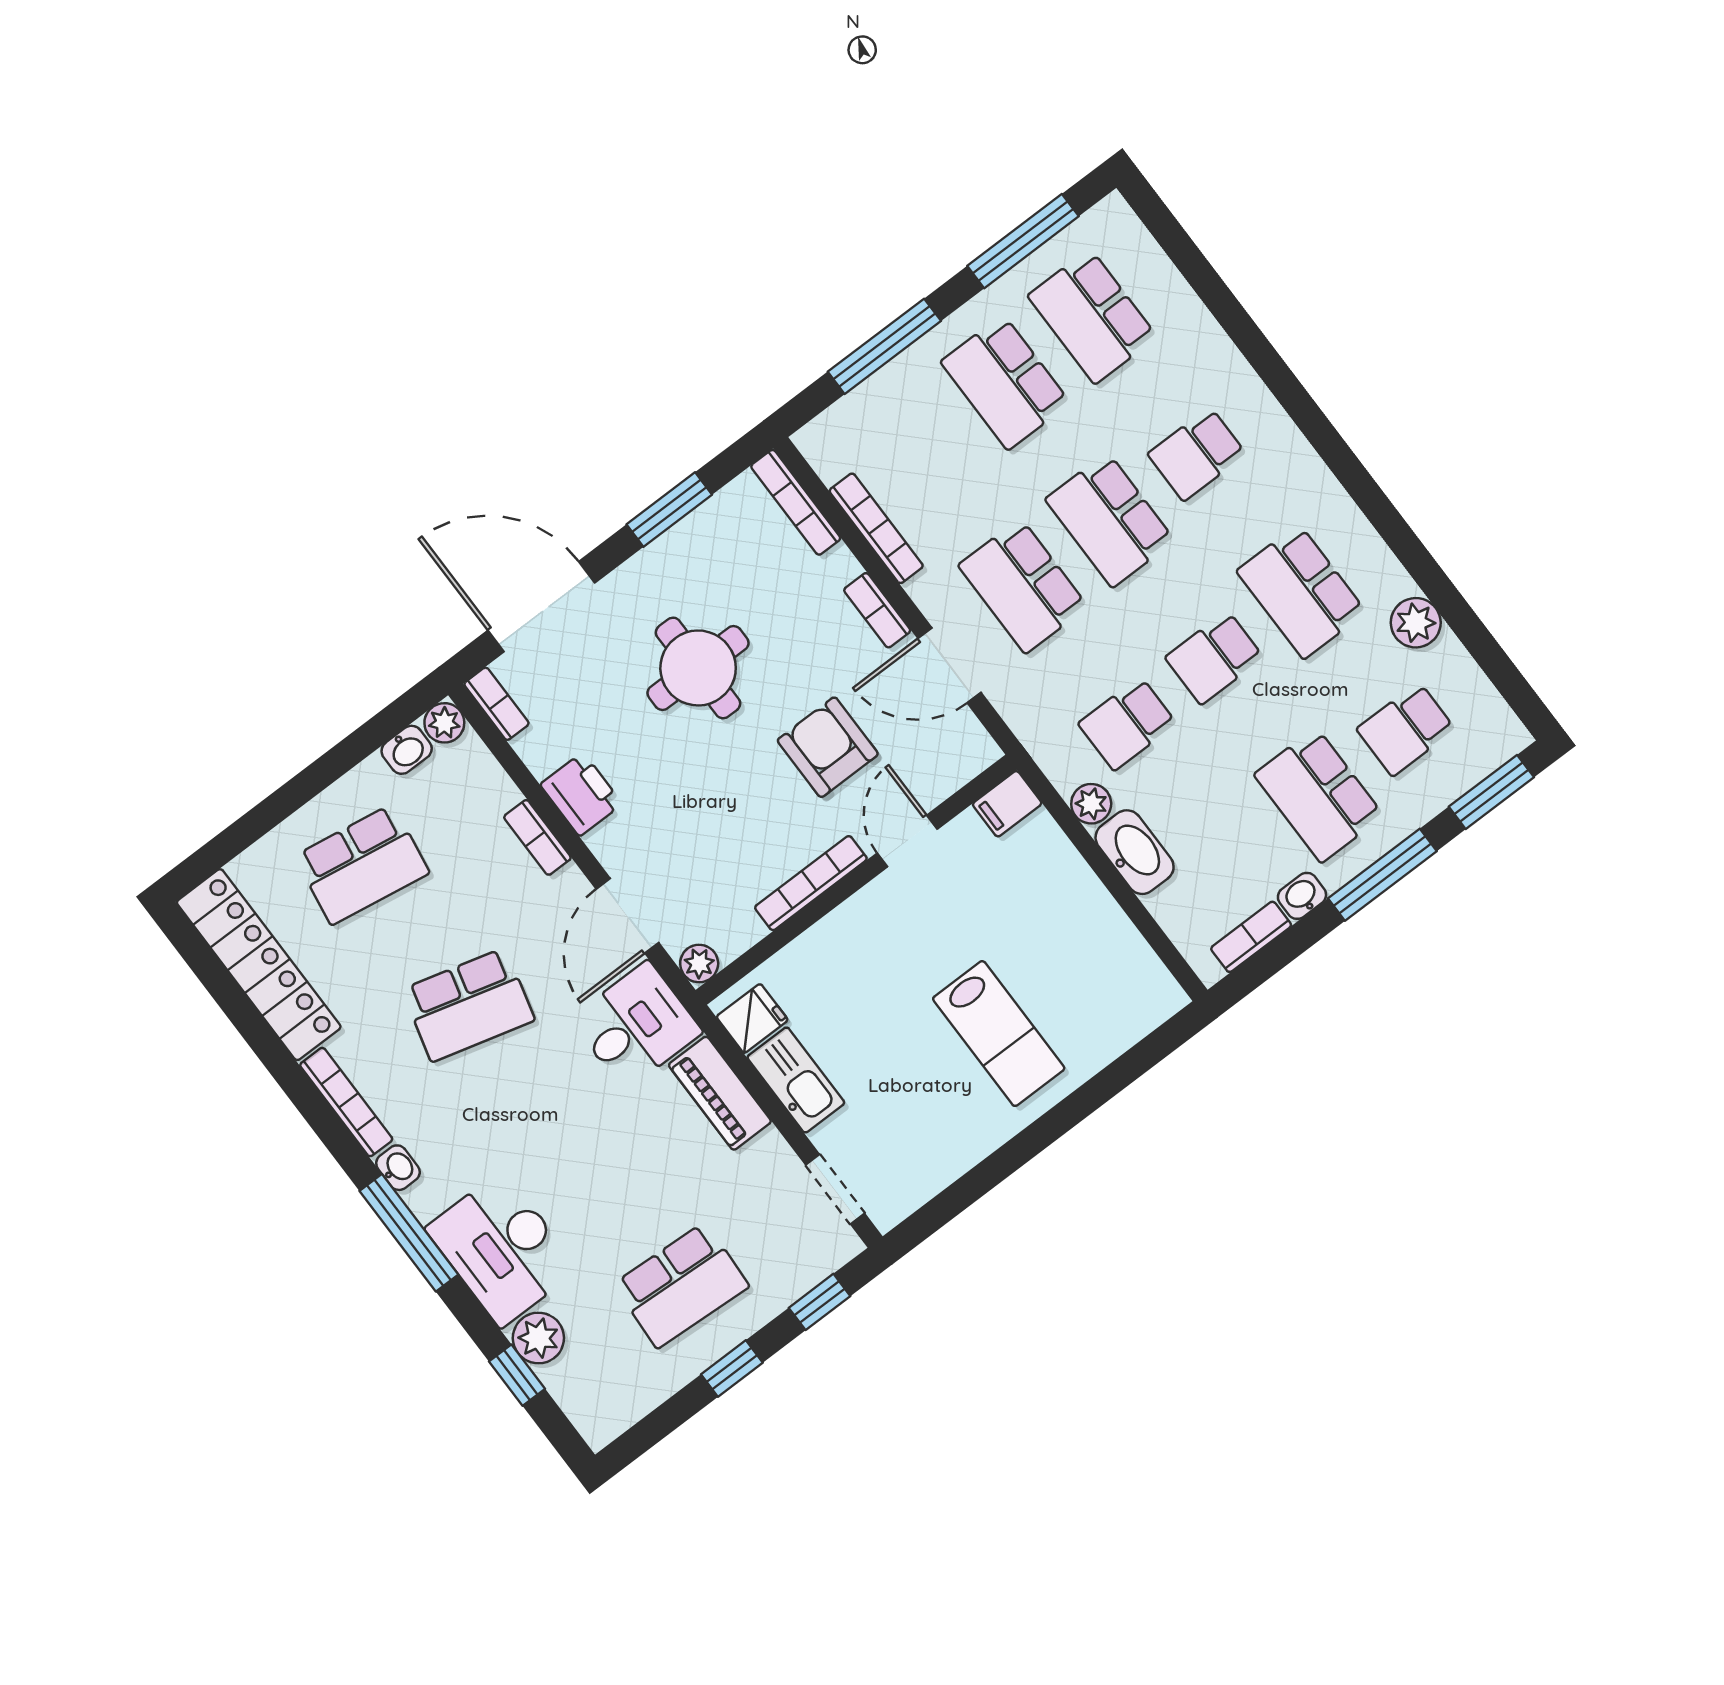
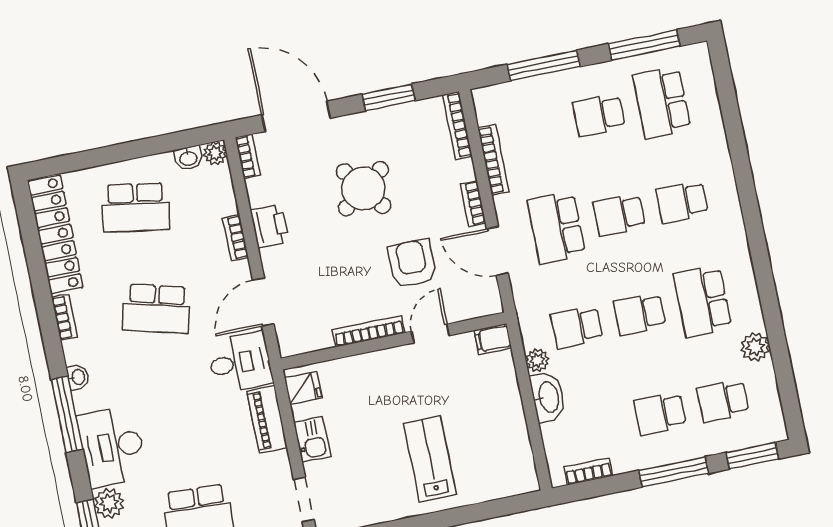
school desk: (1005, 382) -> (599, 115), width x0.54
school desk: (1110, 520) -> (619, 215), width x0.54
round table: (698, 668) -> (363, 189), turned -37
school desk: (1319, 795) -> (660, 414), width x0.54
washbasin: (1302, 896) -> (626, 463), removed
plant: (699, 964) -> (289, 345), removed
lab bench: (999, 1034) -> (430, 459), turned 180
kitchen sink: (796, 1080) -> (312, 439), width x0.73
bookcase: (346, 1102) -> (64, 317), width x0.64

